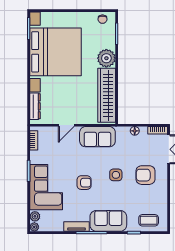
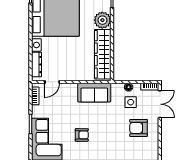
door: (66, 125) -> (52, 82), moved
side table: (116, 175) -> (131, 102), moved

